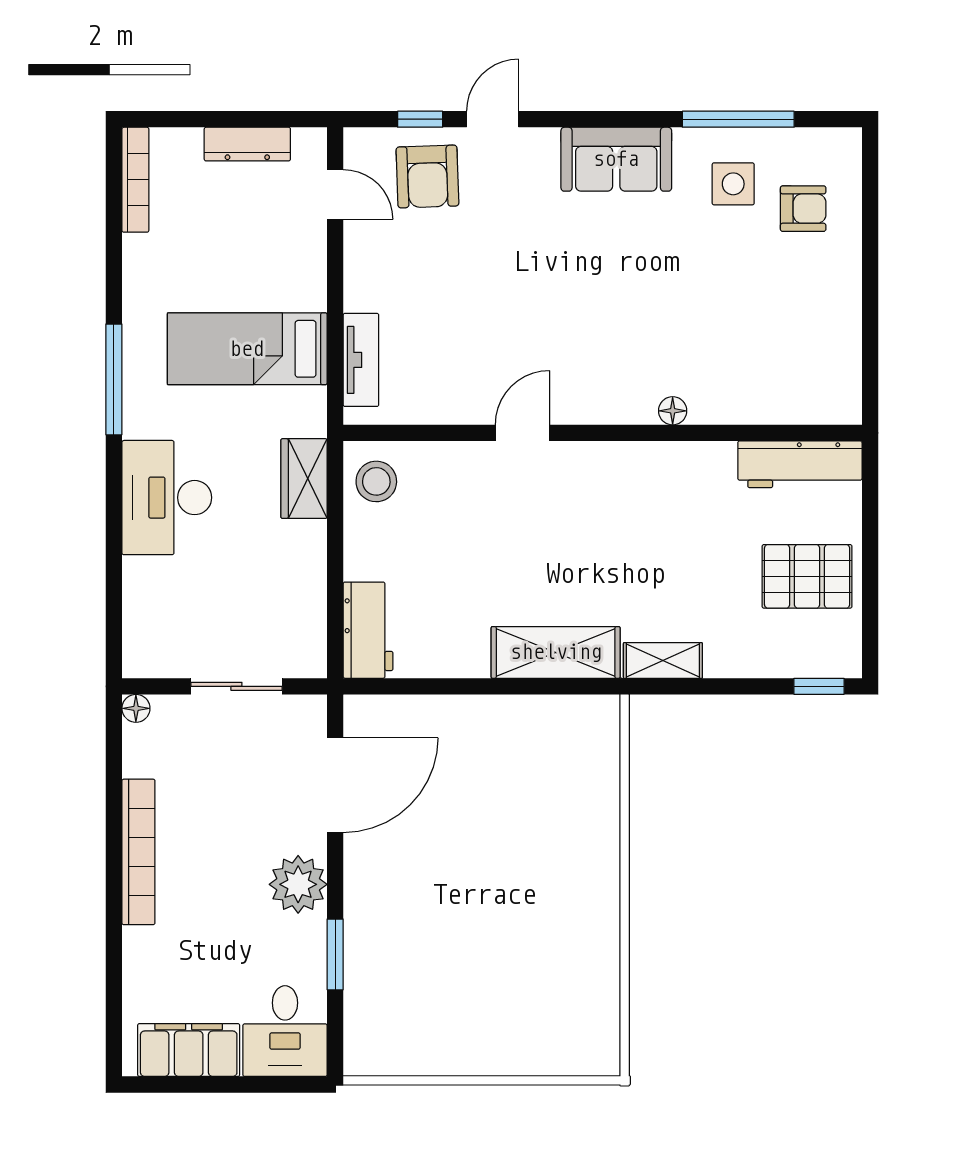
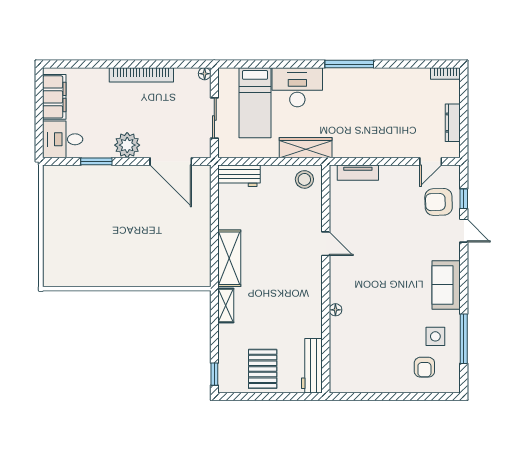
bookcase: (135, 180) -> (445, 73), width x0.64
bed: (247, 349) -> (255, 103), moved, turned 180
wardrobe: (304, 479) -> (306, 148), width x1.50

